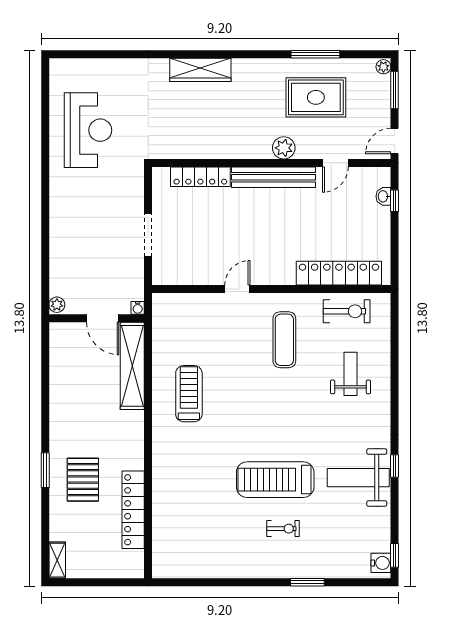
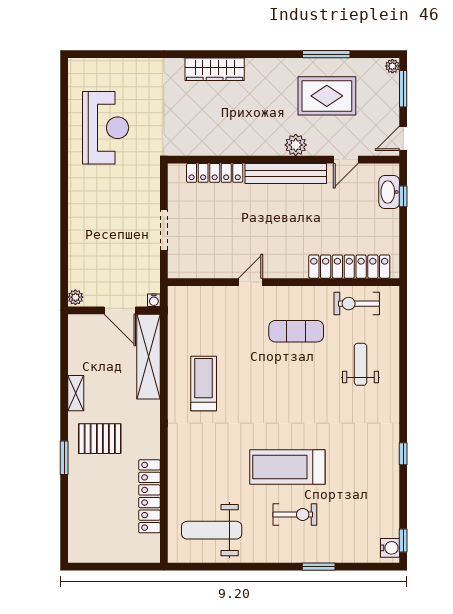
washbasin: (383, 196) -> (389, 192), width x1.91, depth x1.45
exercise bike: (347, 311) -> (357, 304), turned 180
exercise mat: (284, 340) -> (296, 331), turned 90
weight bench: (358, 478) -> (212, 530), moved
pallet: (83, 480) -> (100, 439), moved, turned 90
exercise bike: (283, 529) -> (295, 515), width x1.38, depth x1.39
shelving: (57, 560) -> (76, 393), moved

